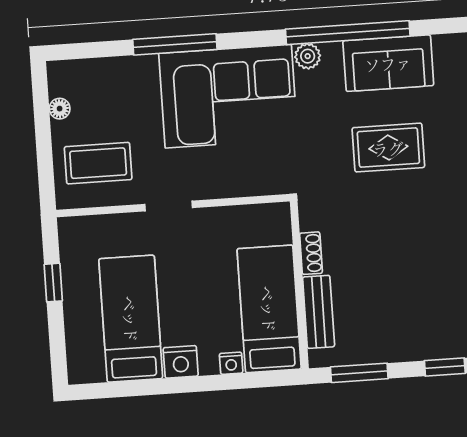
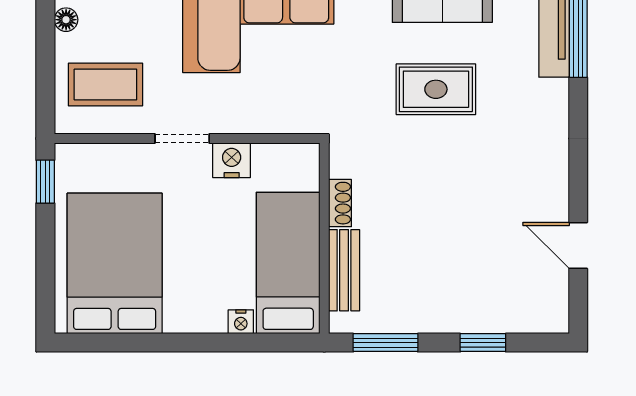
window: (53, 283) -> (45, 182), moved
bed: (131, 319) -> (115, 263), width x1.50
nightstand: (181, 362) -> (232, 160), moved, turned 180

